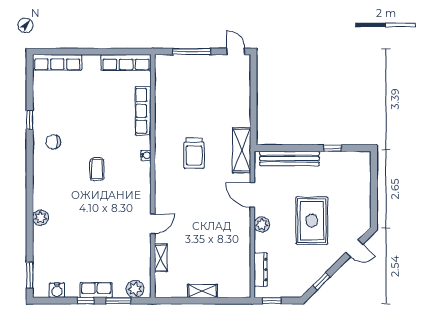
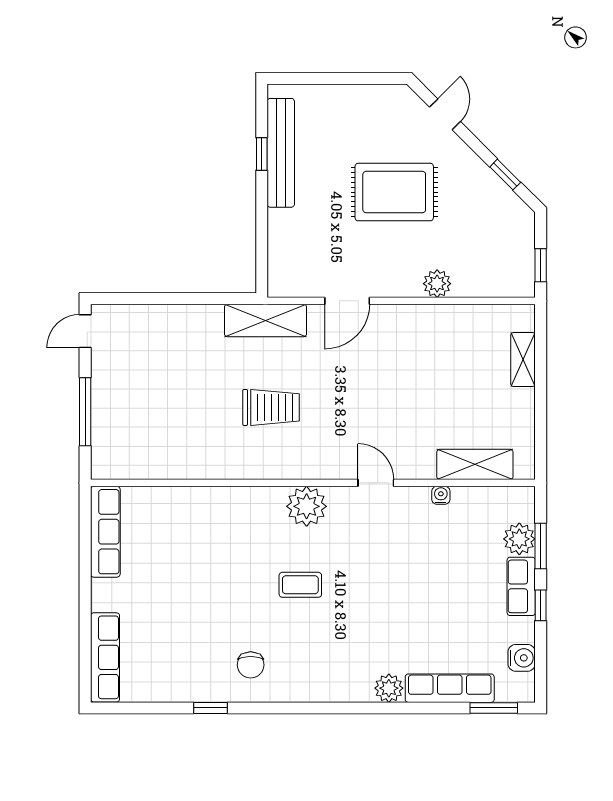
row of seats: (143, 111) -> (450, 688), moved, turned 180
water cooler: (146, 155) -> (441, 495), moved
bench: (289, 159) -> (281, 153), moved
plant: (140, 173) -> (307, 506), added
door: (153, 224) -> (376, 483), moved
plant: (262, 224) -> (437, 284), moved
shelving: (161, 258) -> (475, 464), width x1.50, depth x1.33
dresser: (261, 270) -> (484, 285), removed
plant: (135, 289) -> (519, 539), moved
shelving: (202, 291) -> (523, 360), moved

